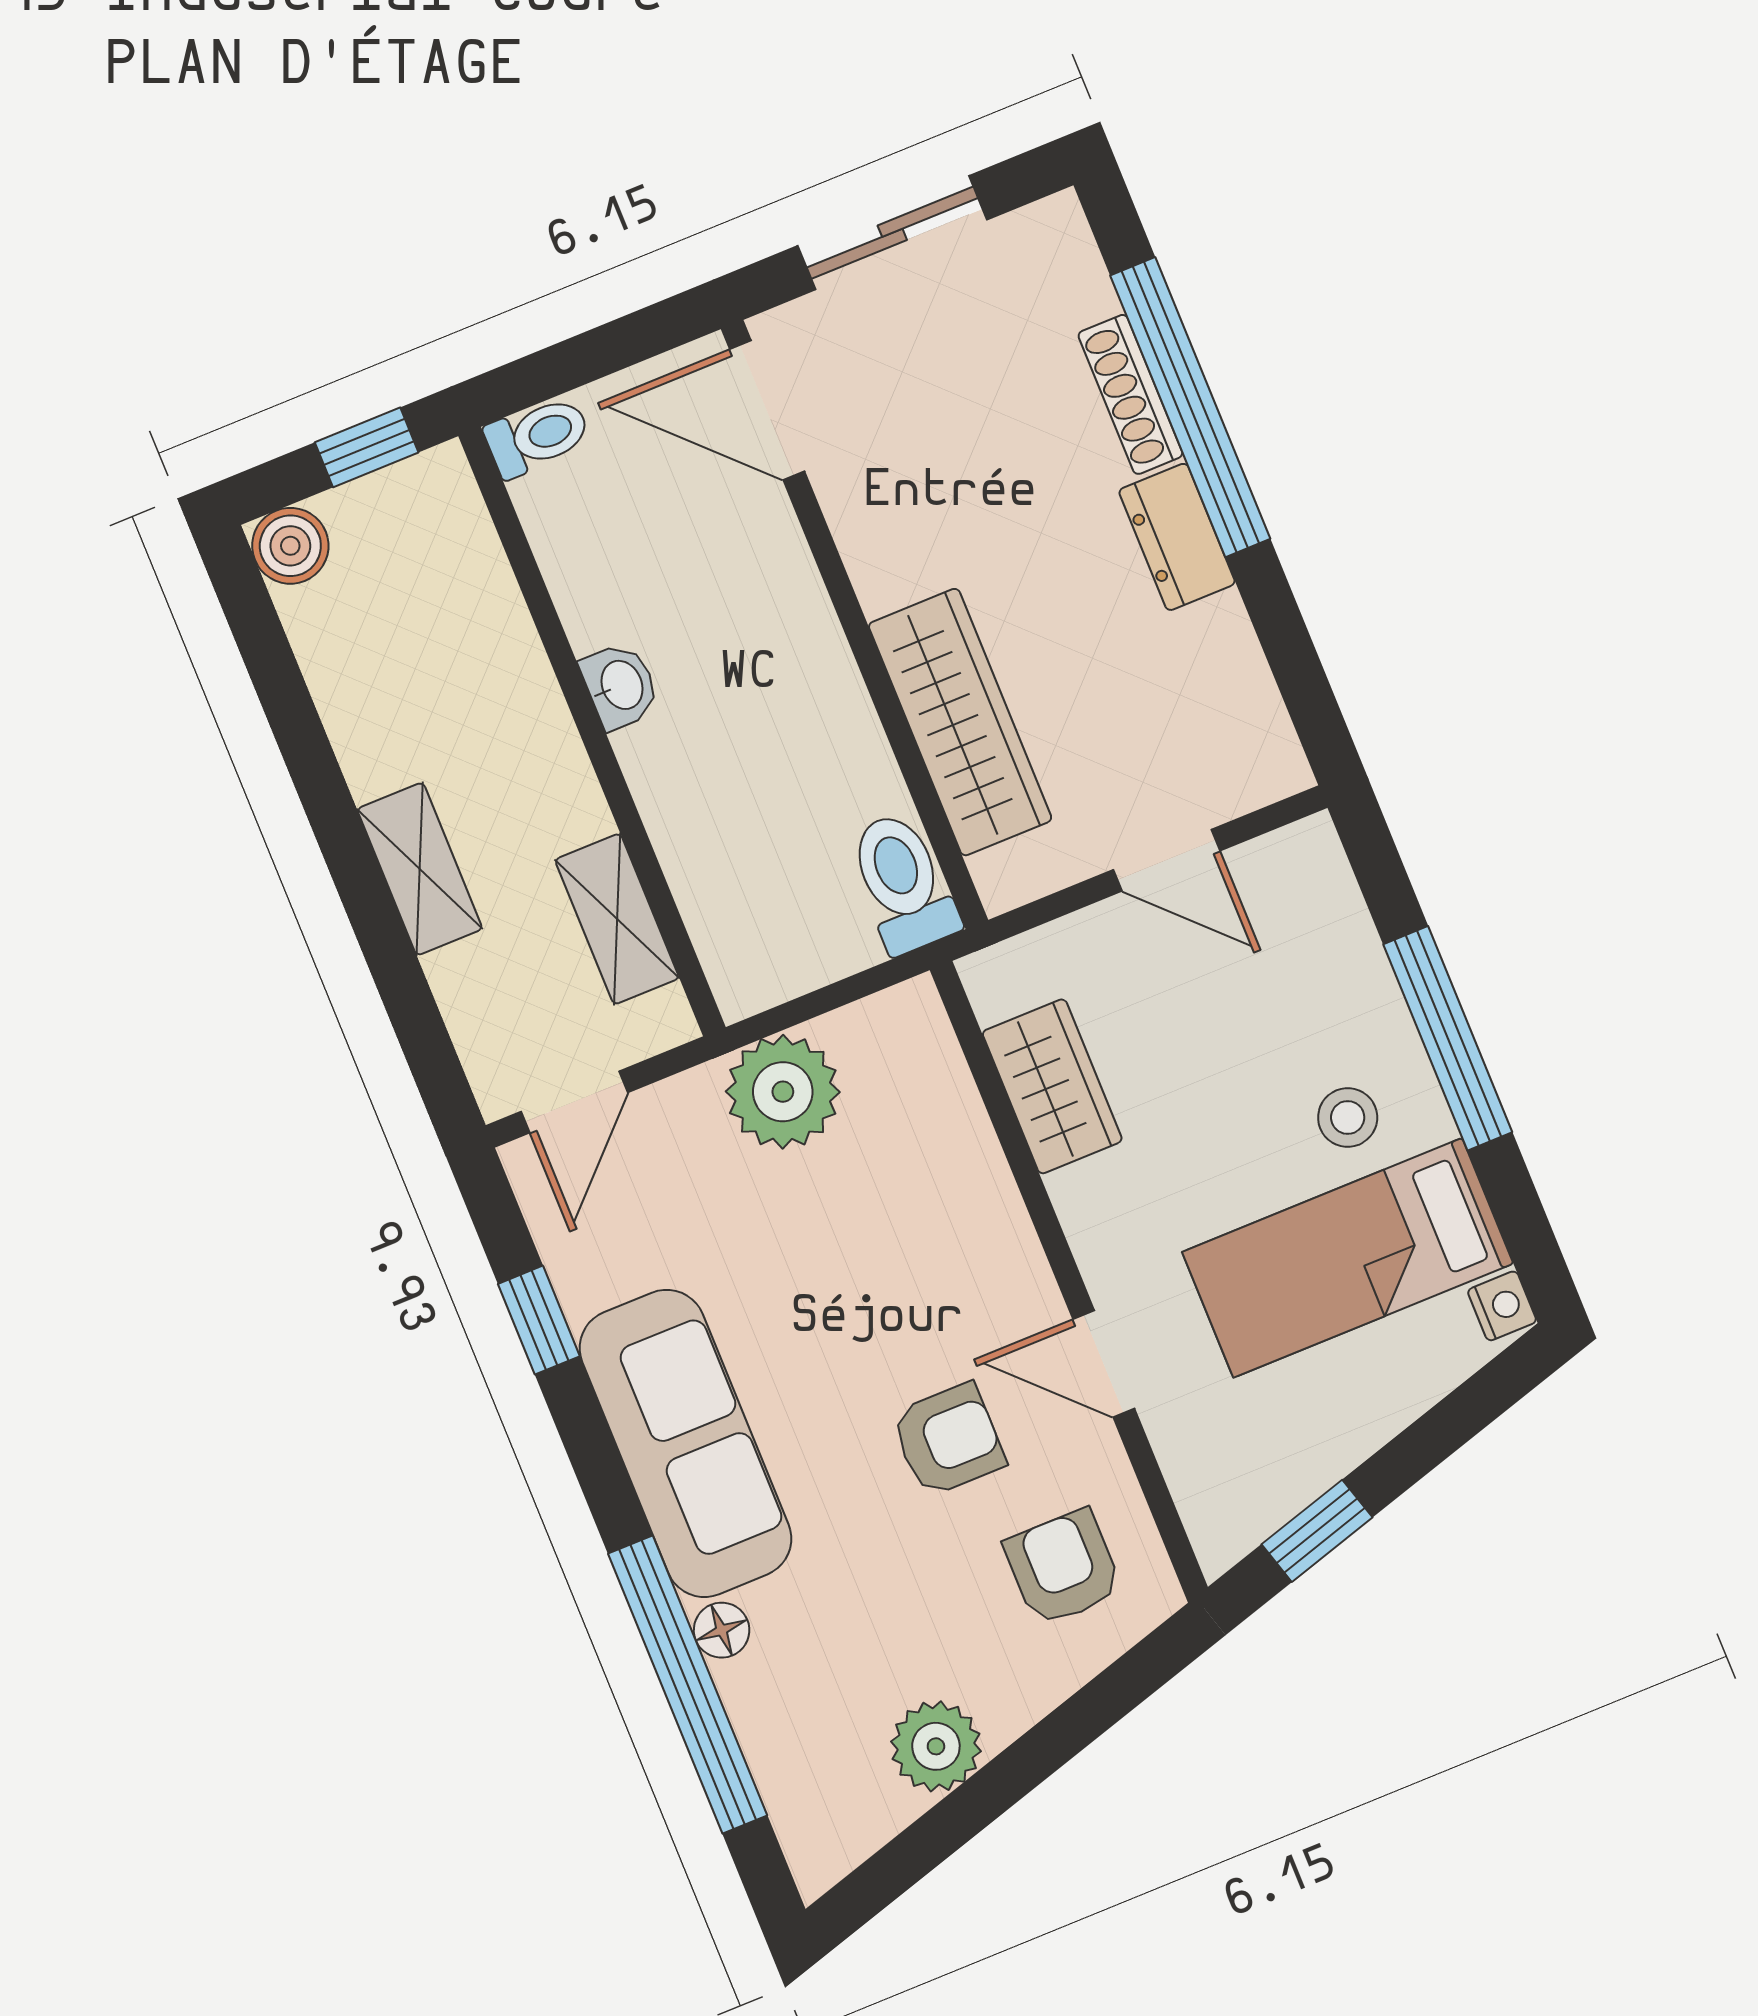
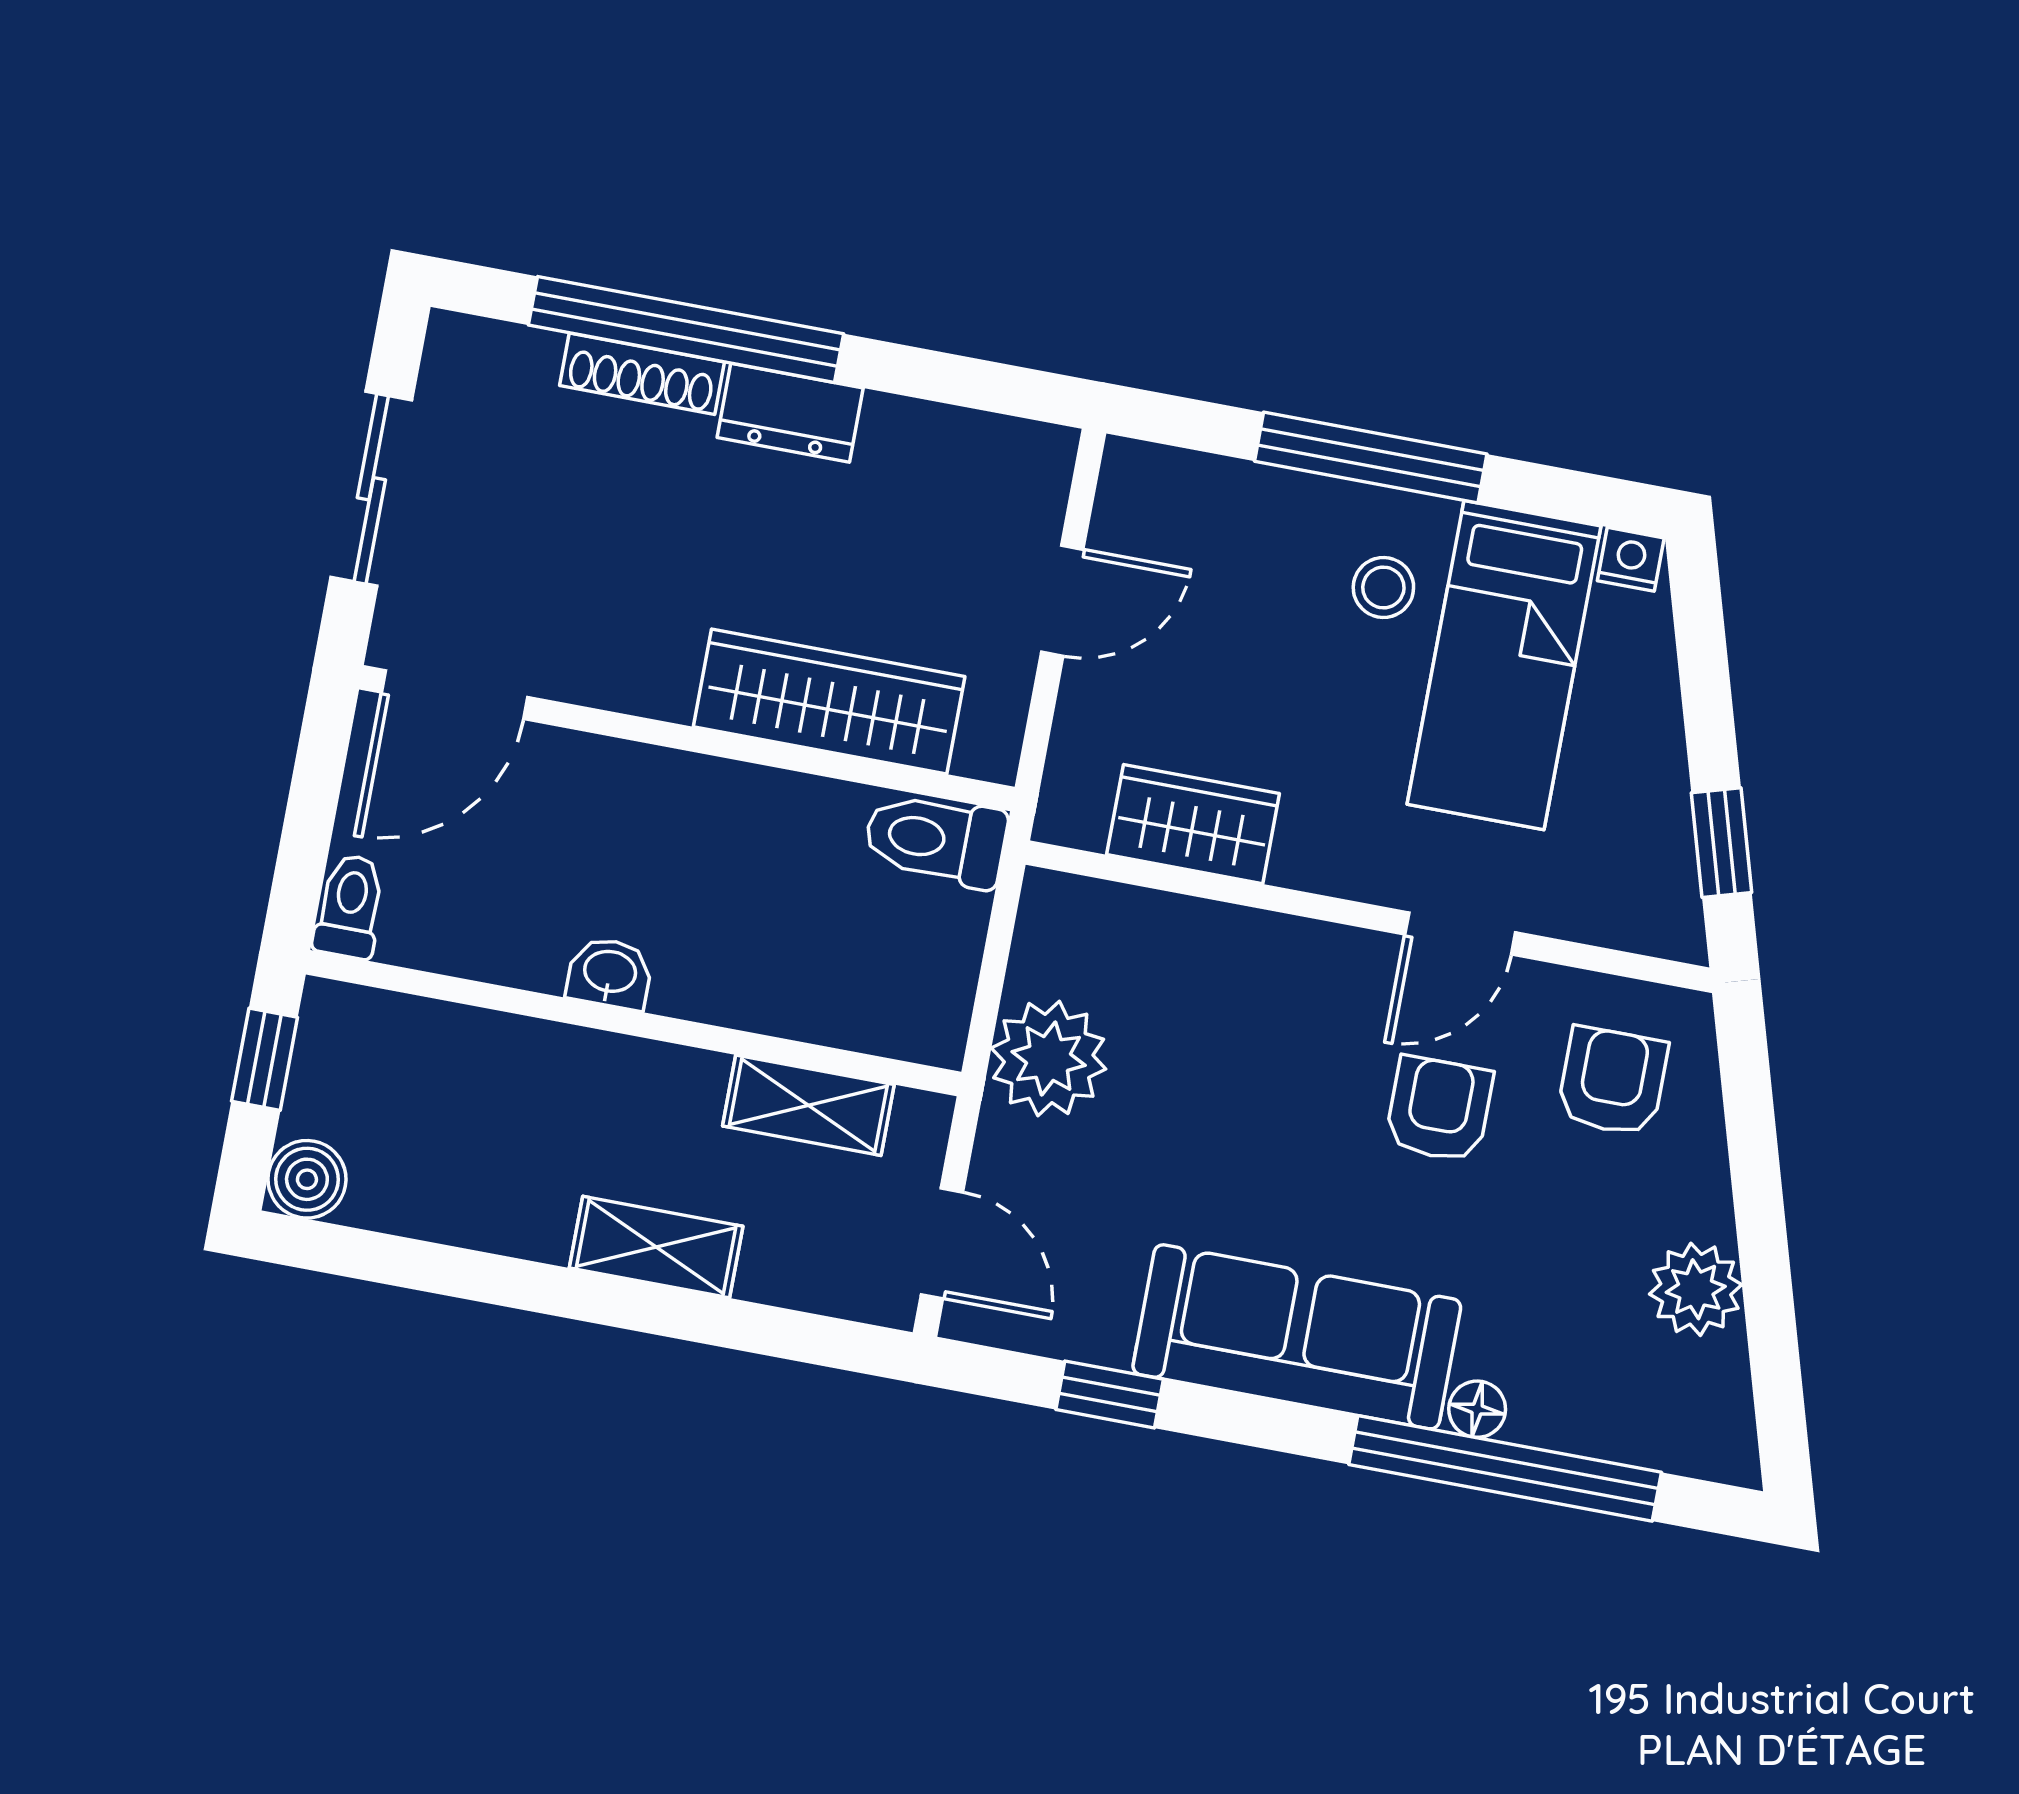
armchair: (1063, 1568) -> (1612, 1081), turned 90

